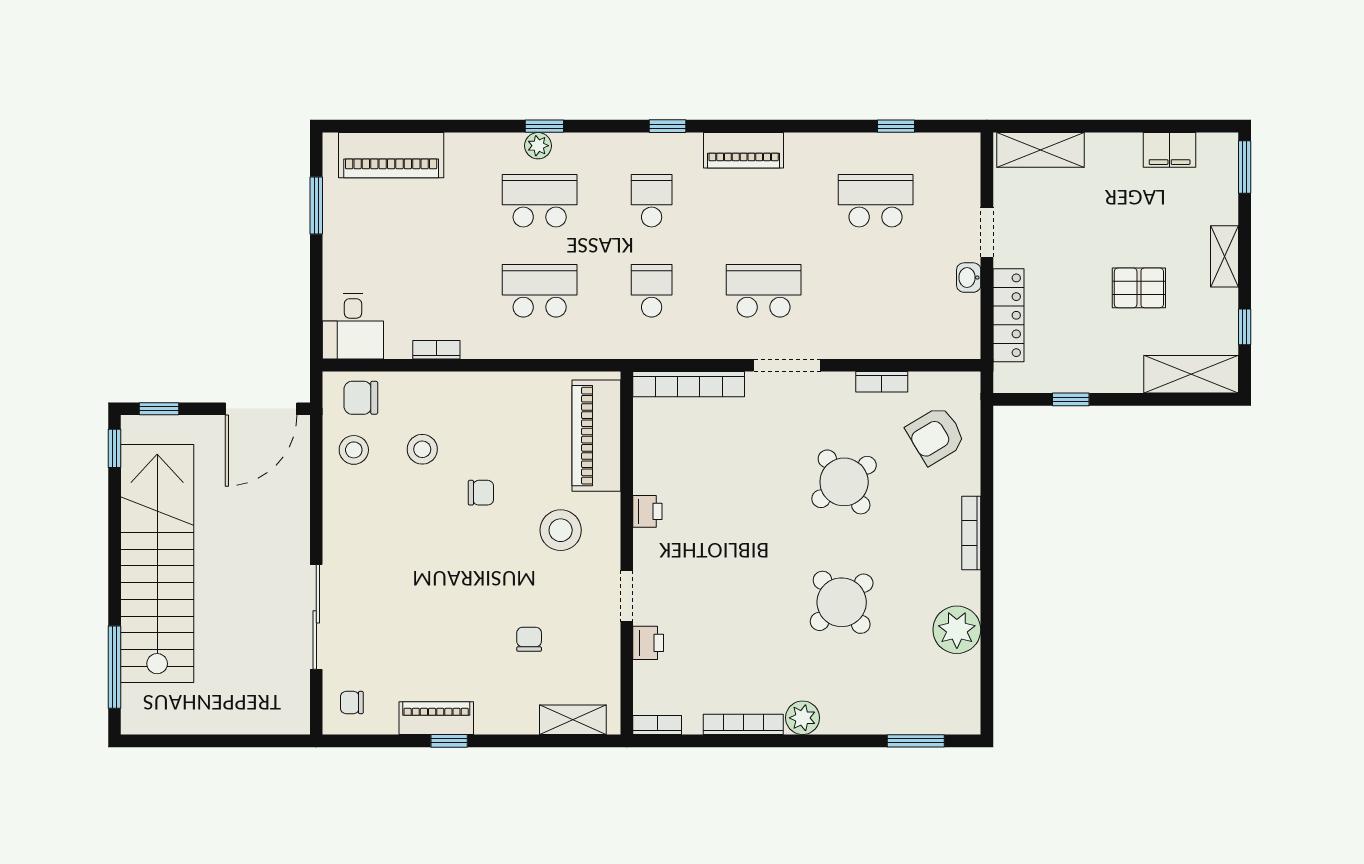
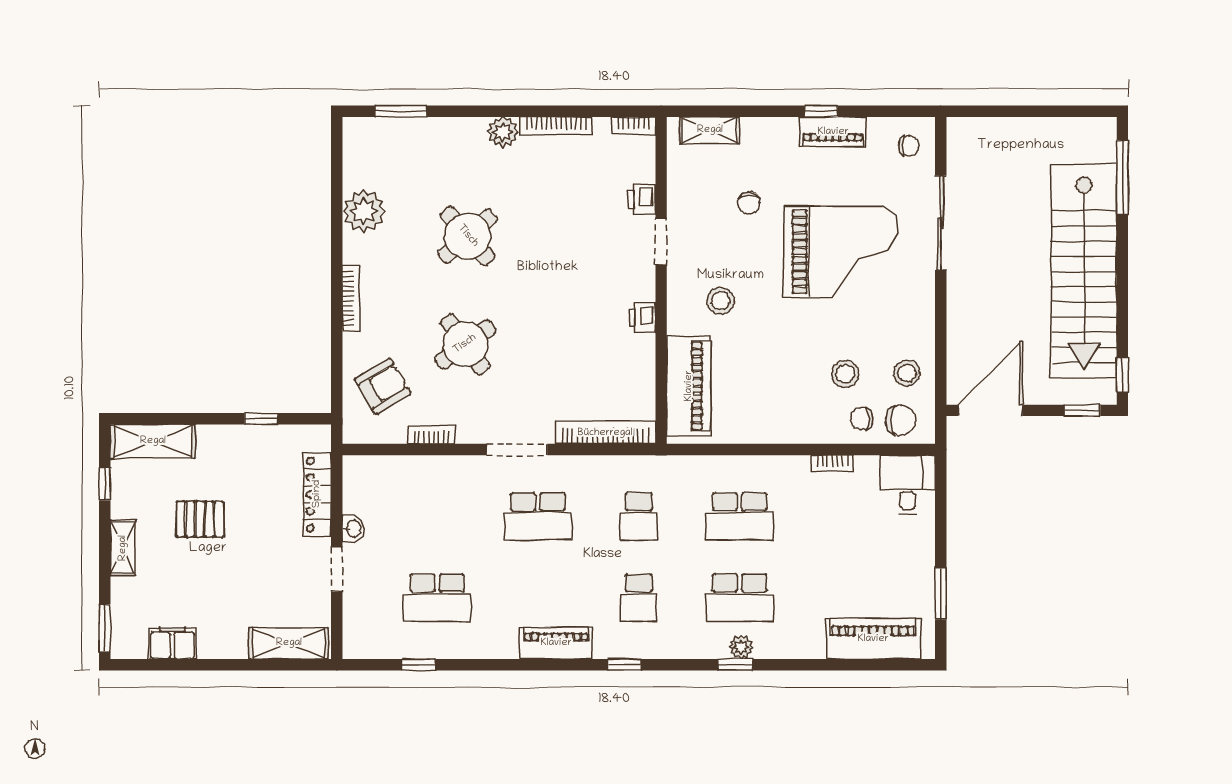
chair: (481, 493) -> (862, 419), moved
stool: (561, 530) -> (721, 301), width x0.73, depth x0.73
grand piano: (427, 585) -> (841, 252), added

